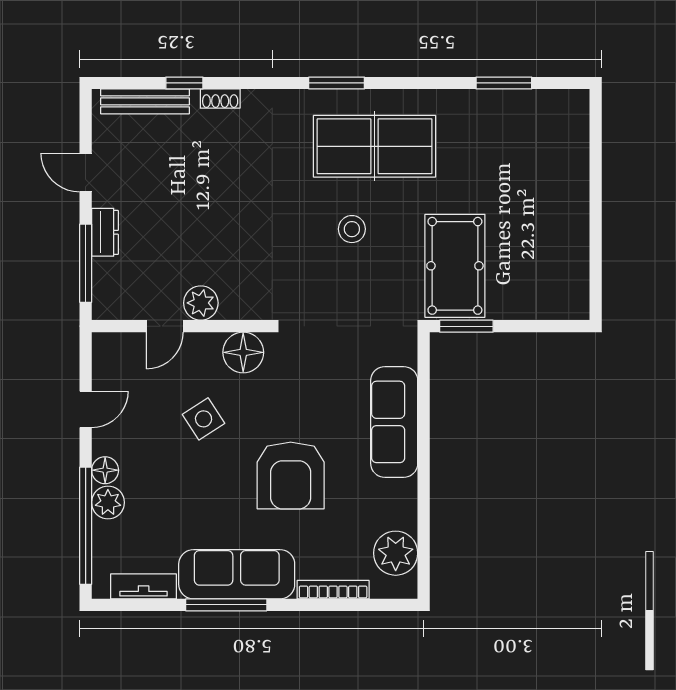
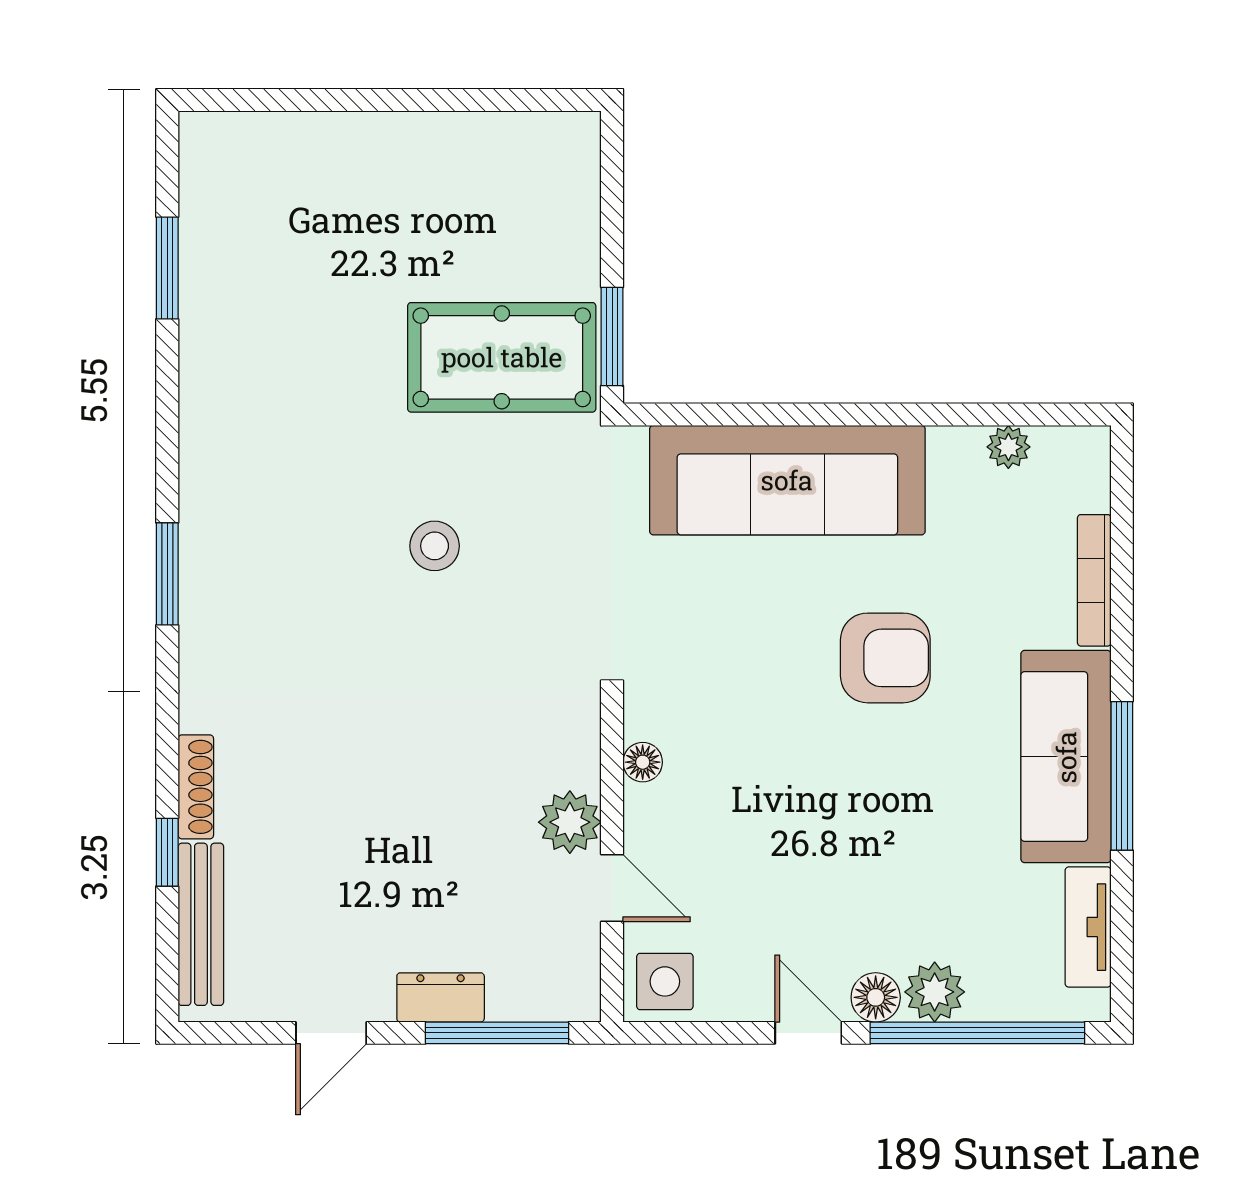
shoe rack: (220, 99) -> (196, 787), width x1.43
table tennis table: (375, 146) -> (283, 504), removed
floor lamp: (243, 352) -> (643, 762), width x0.53, depth x0.53
door: (86, 409) -> (808, 1033), moved
side table: (204, 419) -> (665, 981), moved, turned 33
sofa: (394, 422) -> (787, 480), width x1.36, depth x1.27
armchair: (291, 476) -> (885, 658), width x0.73, depth x0.73
plant: (396, 553) -> (1008, 447), width x0.53, depth x0.53

